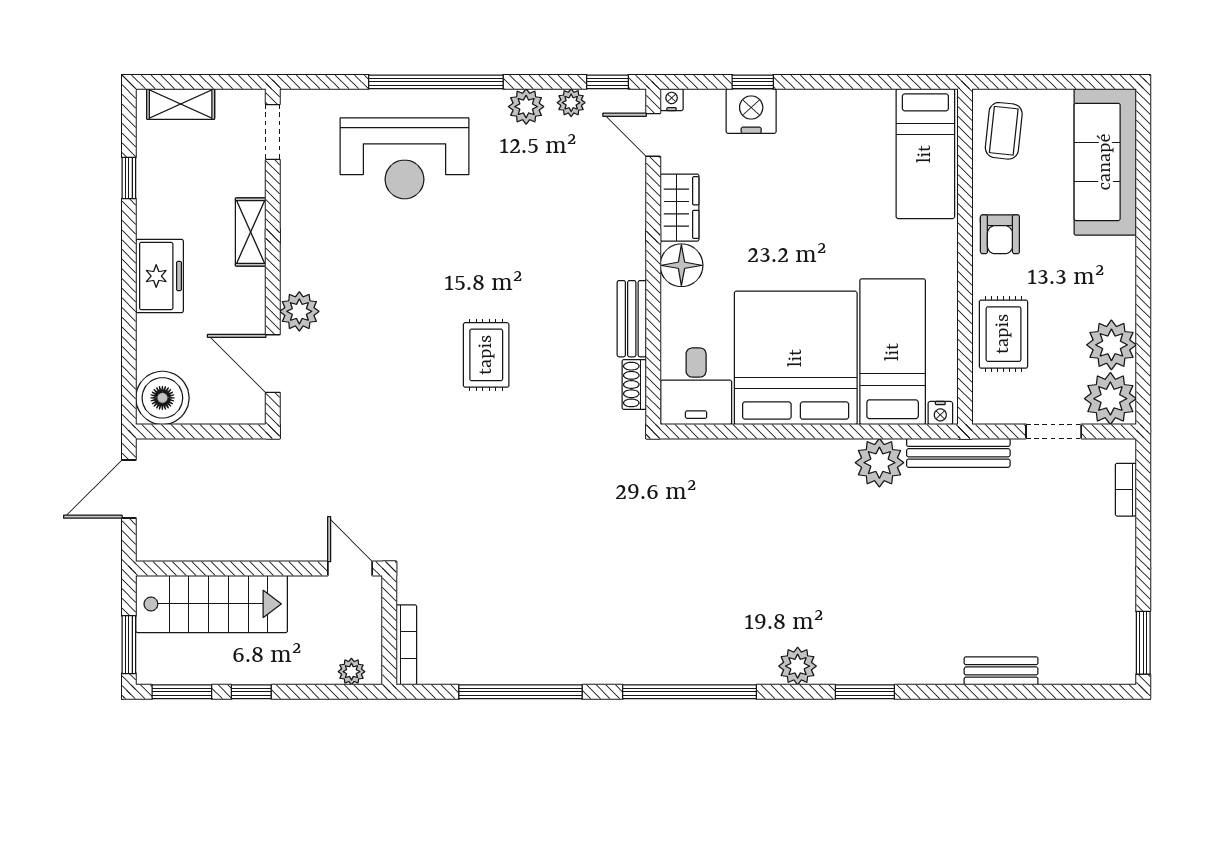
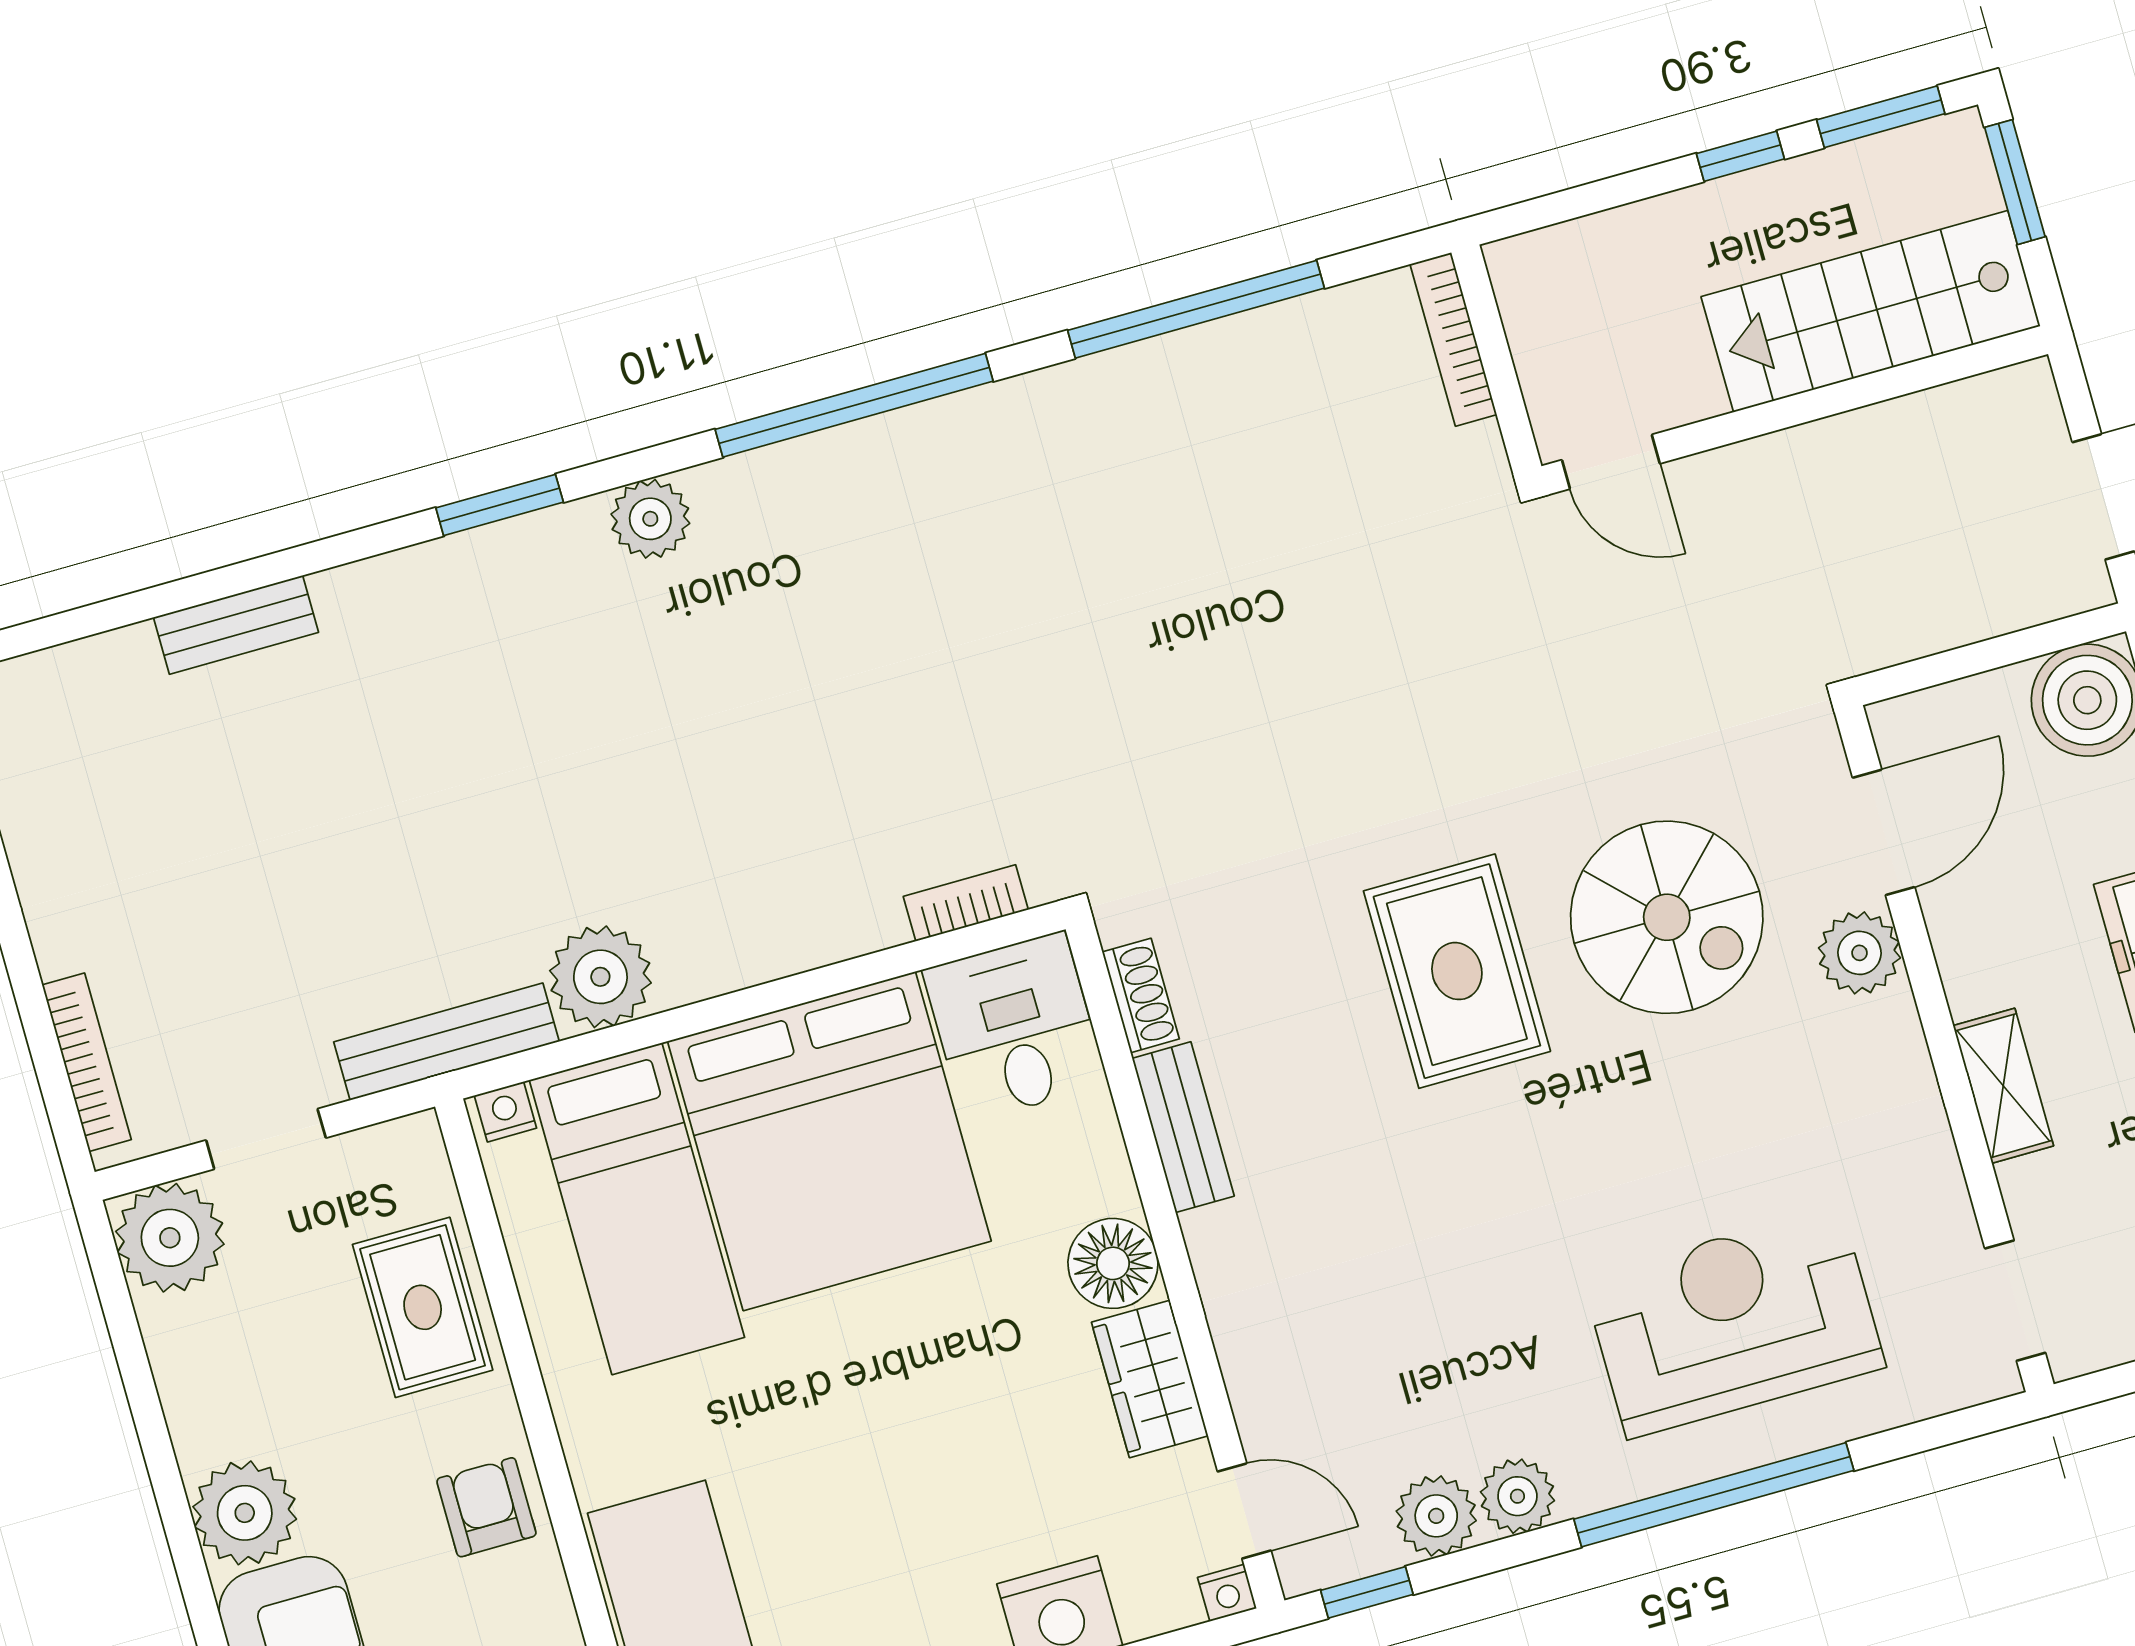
plant: (571, 103) -> (1436, 1516), width x1.38, depth x1.38
plant: (1111, 345) -> (245, 1513), moved
spiral stairs: (383, 353) -> (1667, 917), added
rug: (486, 355) -> (1457, 971), width x1.36, depth x1.43
door: (273, 364) -> (1884, 832), hinge flipped
bookcase: (702, 449) -> (966, 903), added
bookcase: (1126, 490) -> (87, 1062), width x1.56
plant: (351, 672) -> (1549, 254), removed

